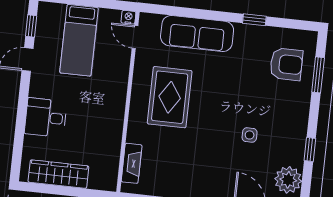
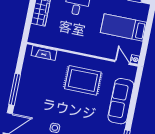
door: (135, 37) -> (122, 62), hinge flipped

